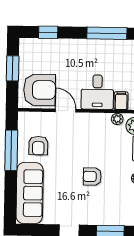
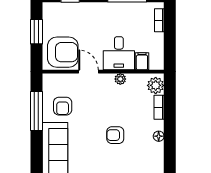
plant: (117, 119) -> (120, 79), moved

